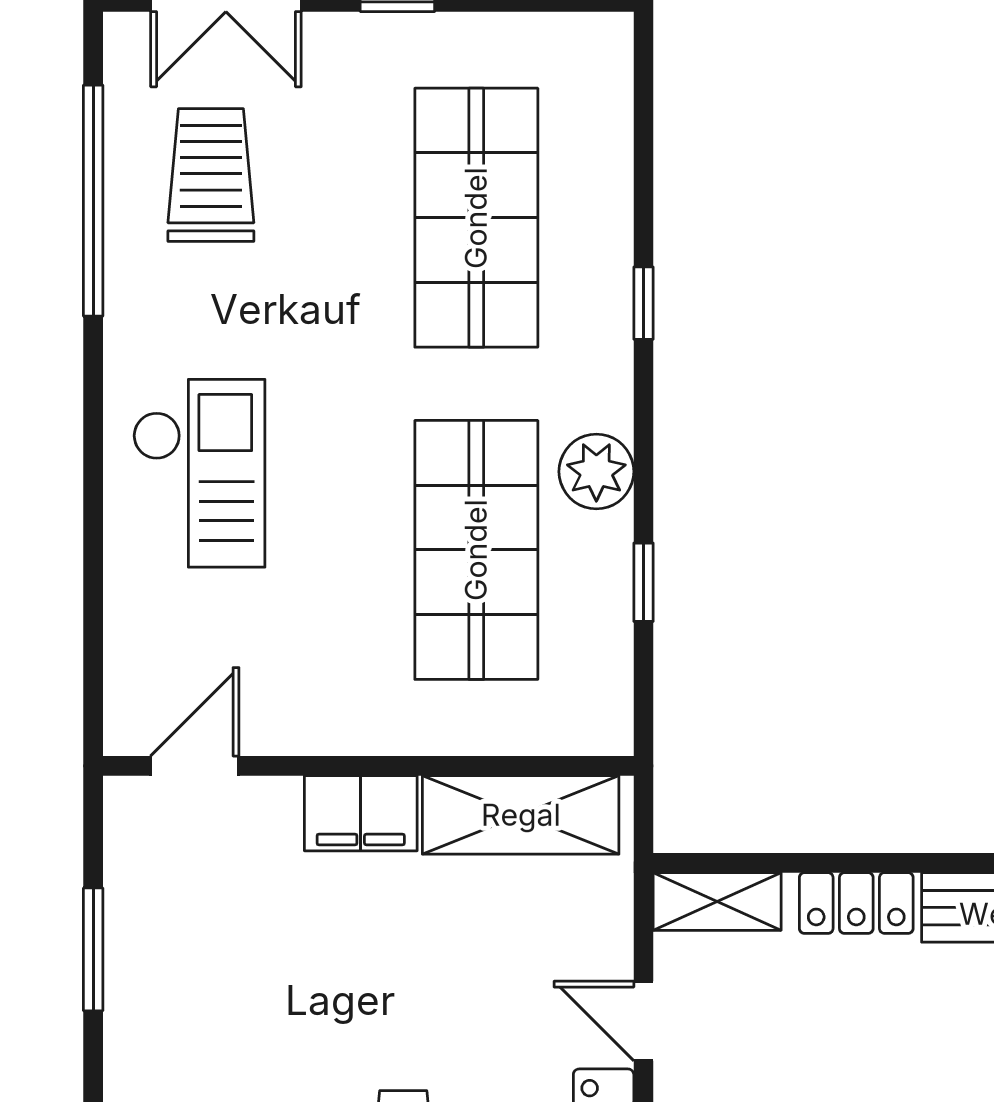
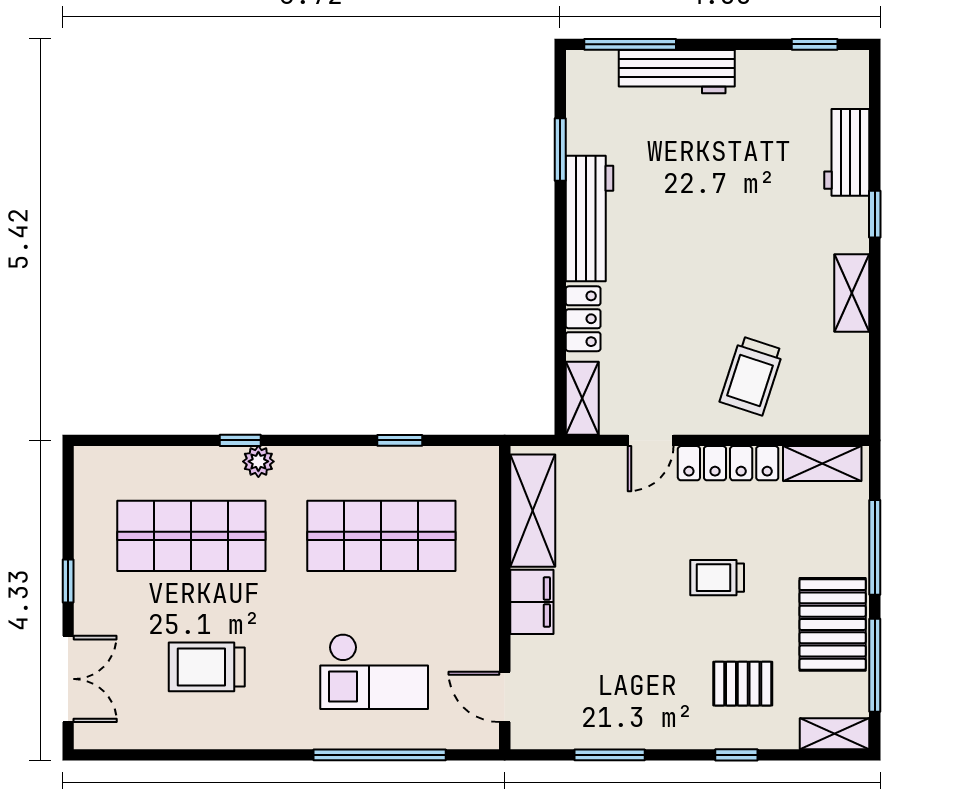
trolley: (211, 175) -> (207, 667), moved
window: (93, 201) -> (380, 755), moved
plant: (596, 472) -> (258, 461), moved, width x0.73, depth x0.73
checkout: (199, 473) -> (374, 671), moved, turned 180

